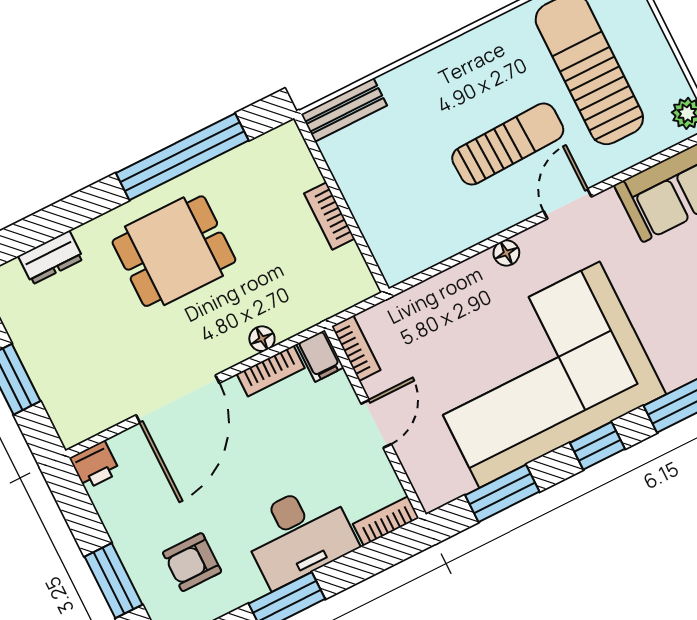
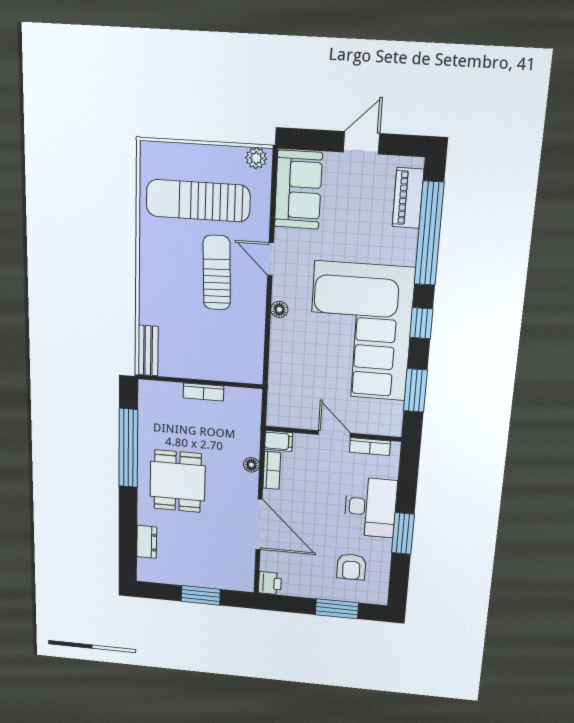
bookcase: (356, 348) -> (286, 420), removed
bookcase: (386, 521) -> (370, 447), moved, turned -90

